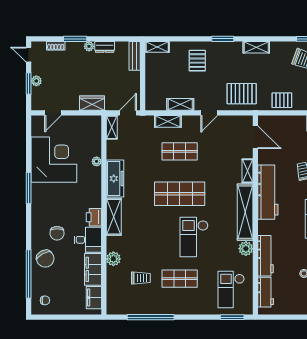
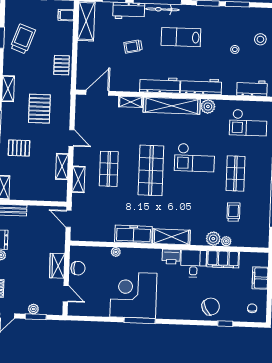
pallet: (242, 94) -> (39, 109), moved
wardrobe: (92, 103) -> (57, 266), moved
shelving: (112, 127) -> (82, 236), removed
corner desk: (54, 160) -> (133, 295), moved
workbench: (268, 192) -> (160, 85), width x0.73, depth x0.76
chair: (57, 233) -> (78, 268), moved
workbench: (266, 256) -> (201, 86), moved
plant: (111, 272) -> (226, 241), added
window: (29, 274) -> (225, 324), width x0.32
filing cabinet: (94, 298) -> (260, 278), moved, turned 90

